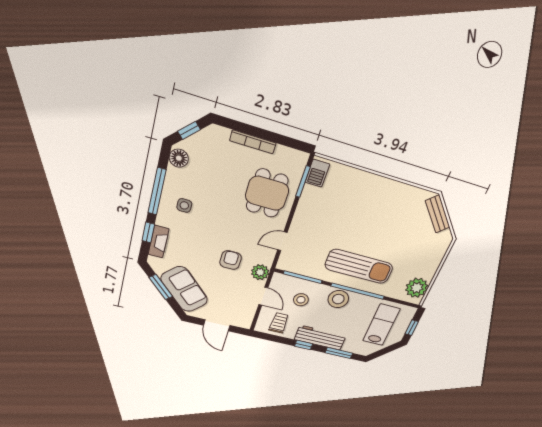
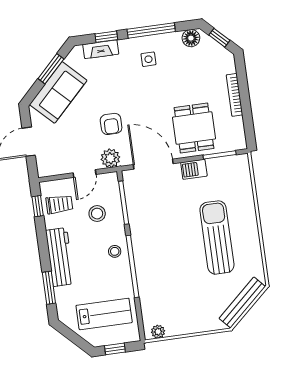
barbecue: (317, 173) -> (194, 169), moved
dining table: (267, 193) -> (194, 128), turned 90
bench: (438, 214) -> (242, 302), width x1.36
door: (282, 241) -> (153, 164), width x1.87
armchair: (231, 260) -> (111, 124), turned 90
sun lounger: (359, 266) -> (217, 237), moved, turned 180
plant: (417, 288) -> (158, 332), width x0.53, depth x0.53
stool: (338, 299) -> (115, 251), width x0.53, depth x0.53
window: (304, 345) -> (38, 206), moved

